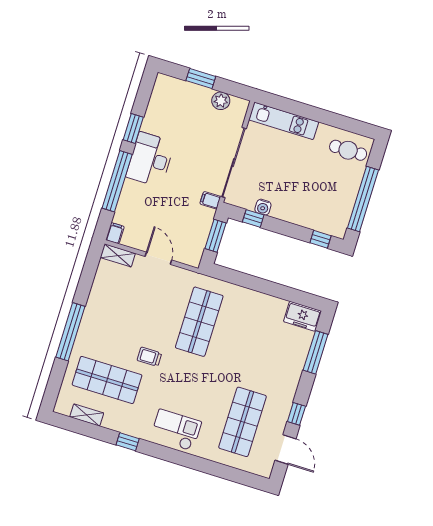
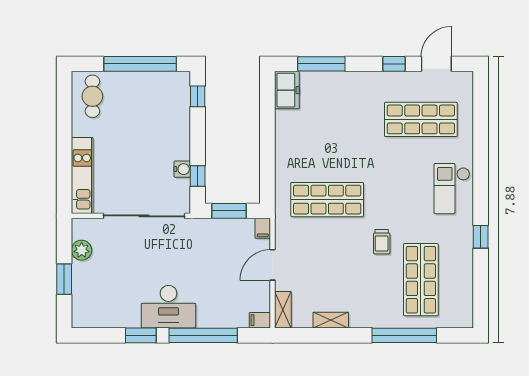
filing cabinet: (210, 200) -> (263, 228), moved
window: (70, 332) -> (404, 335), moved
shelving: (87, 415) -> (331, 320), moved, turned 90

